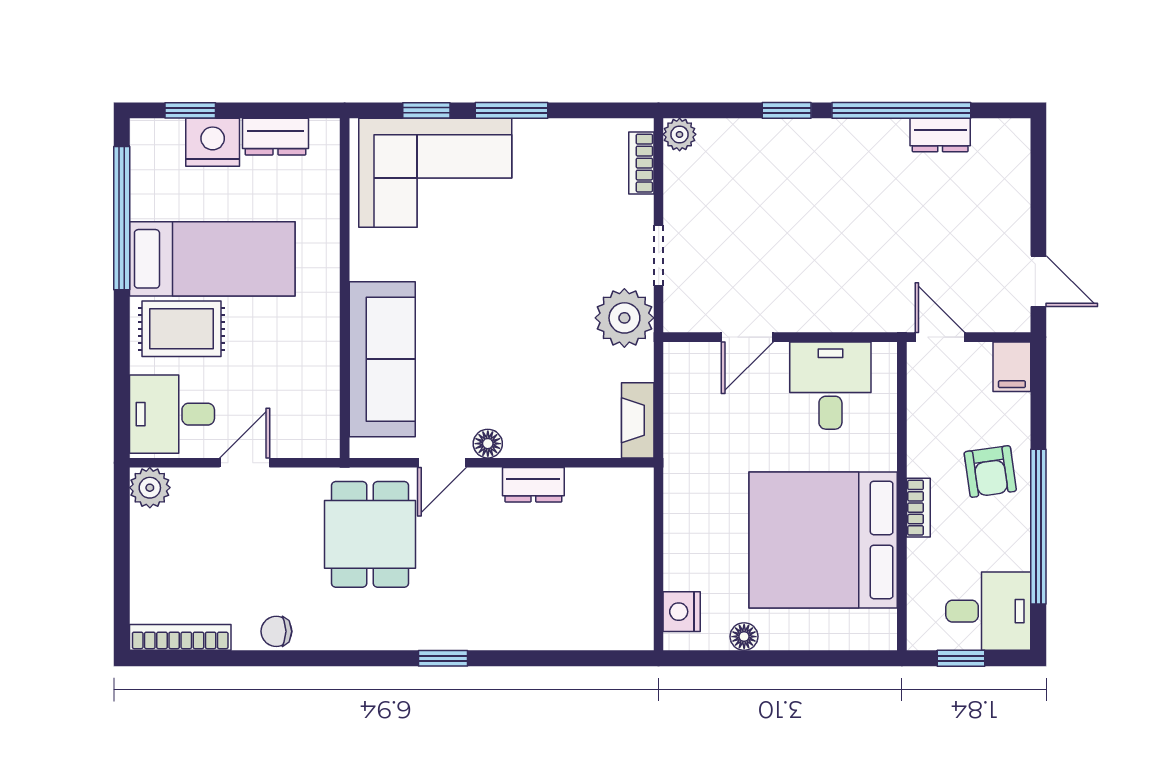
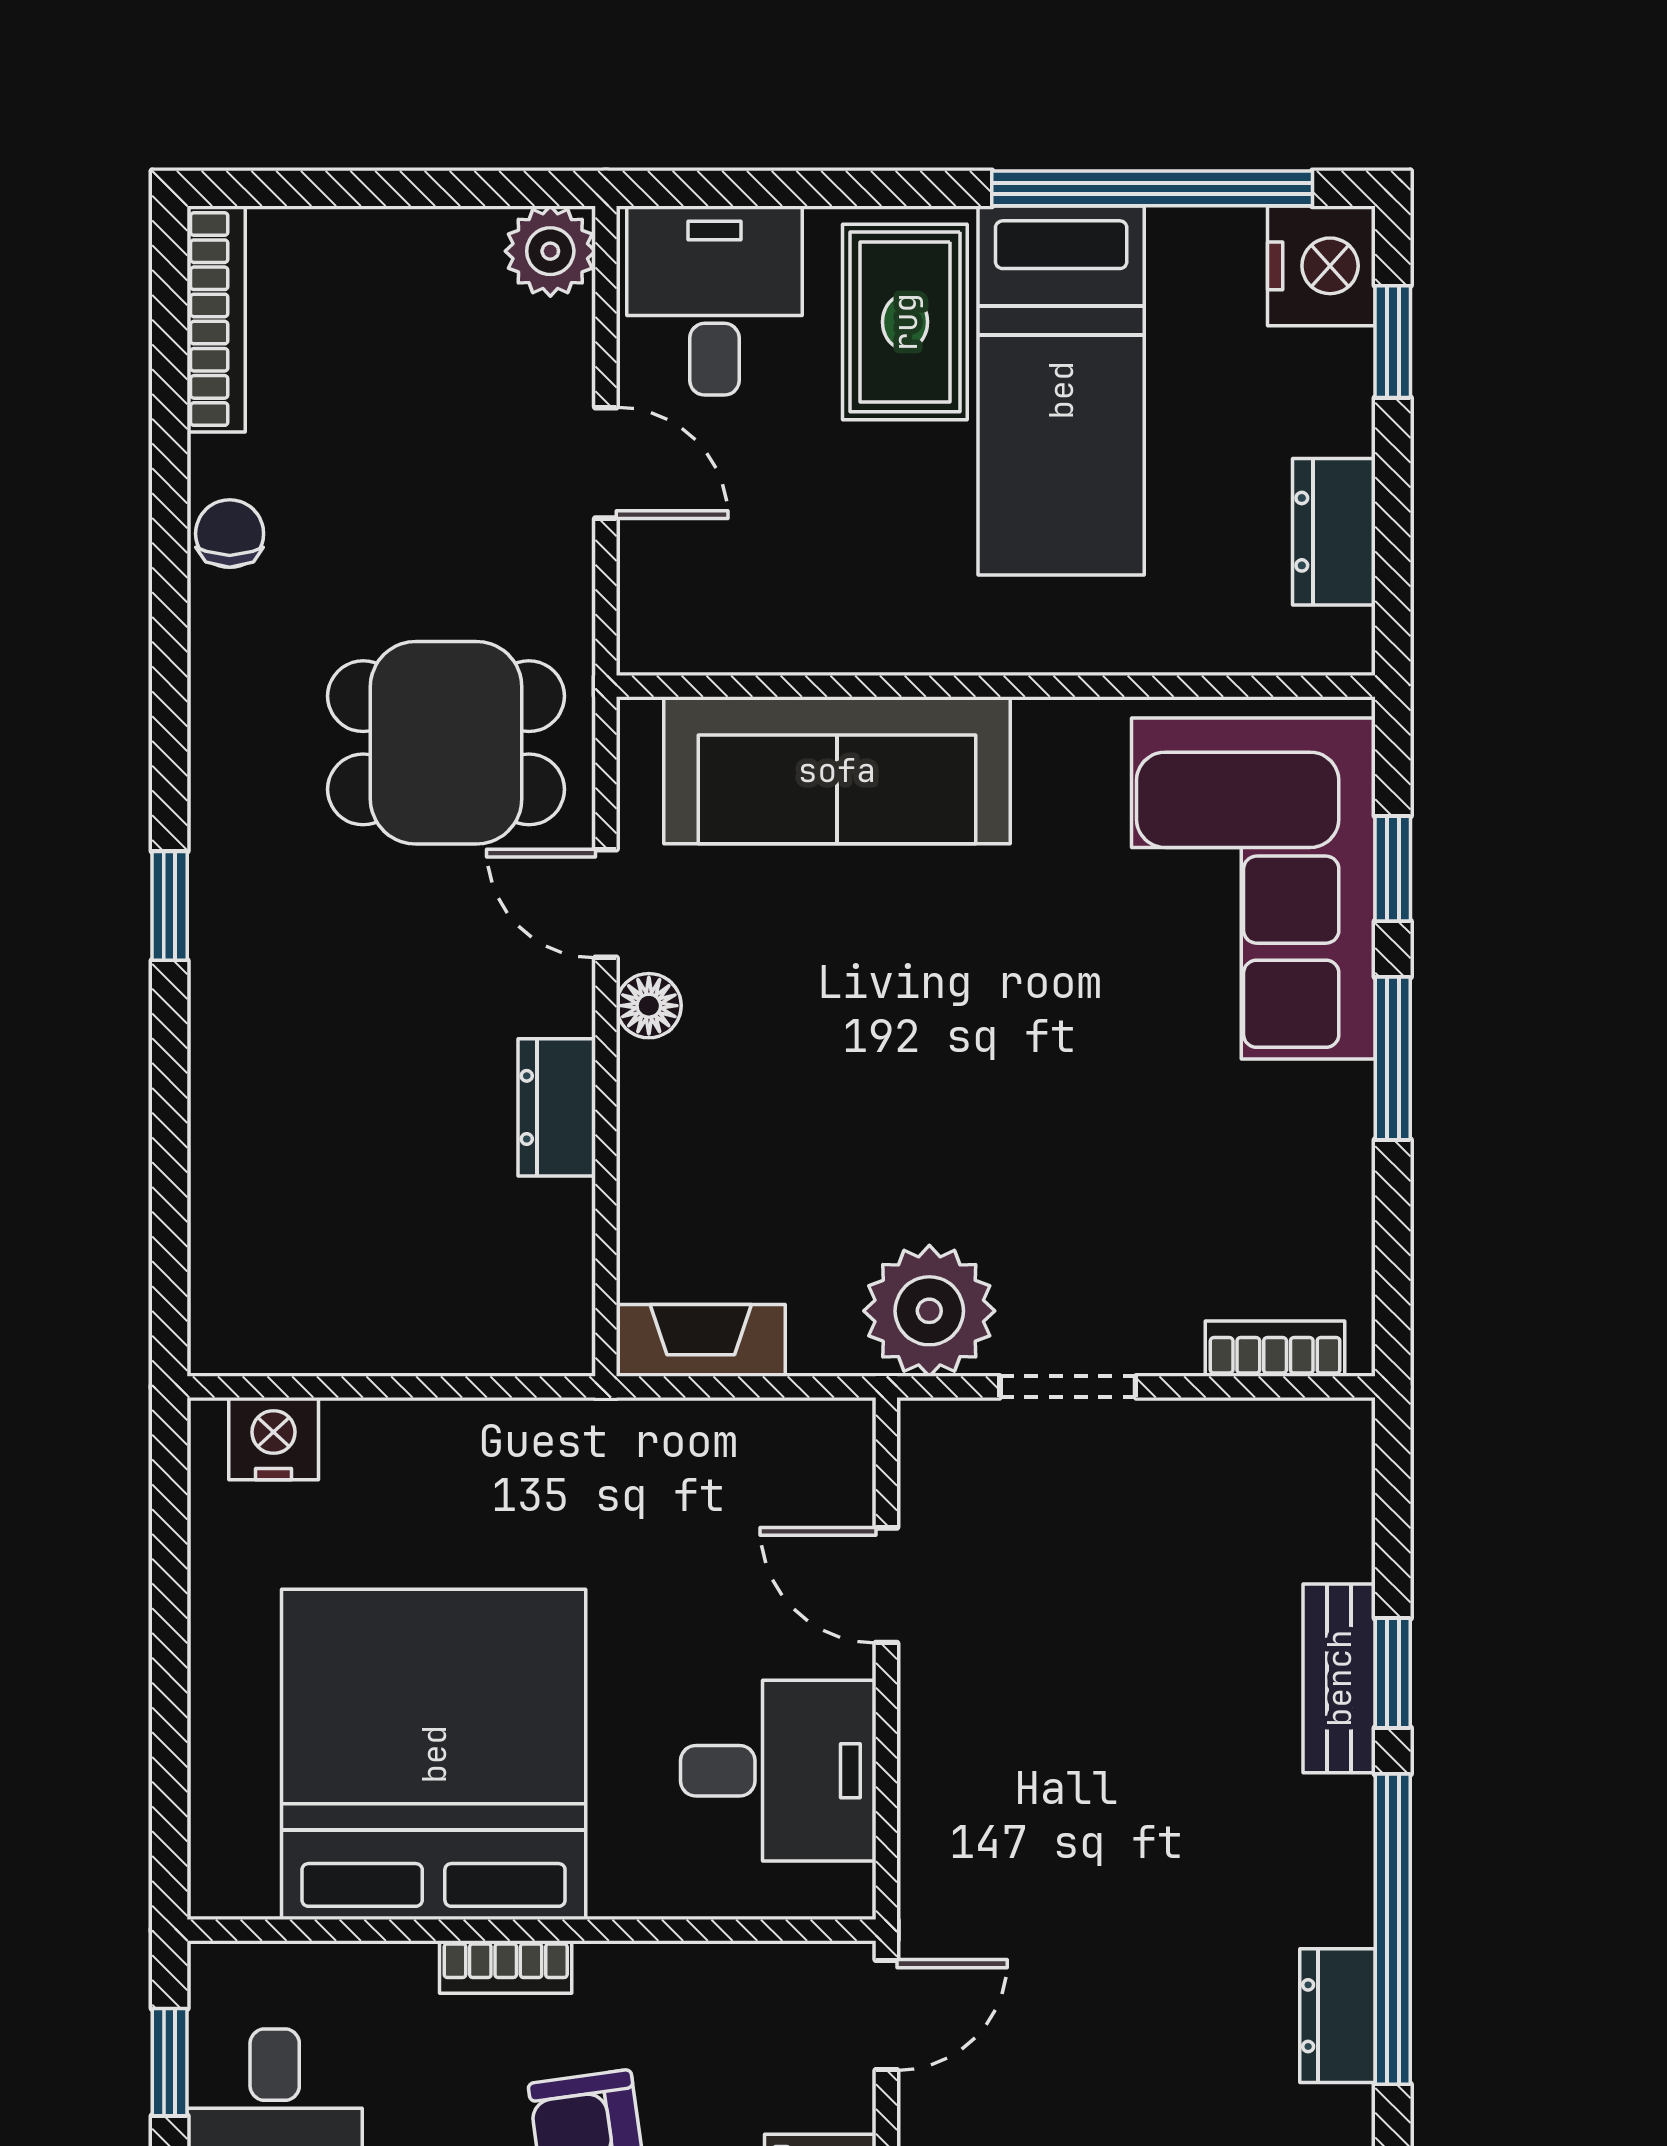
plant: (680, 134) -> (1339, 1434), removed
bench: (789, 134) -> (1339, 1678), added
nightstand: (213, 142) -> (1321, 266), moved
floor lamp: (744, 637) -> (218, 1578), removed

